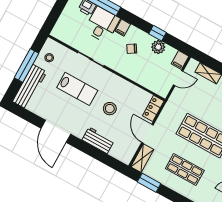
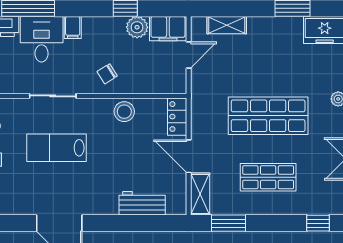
chair: (132, 49) -> (107, 74), moved
filing cabinet: (180, 60) -> (168, 29), width x2.00
lab bench: (77, 89) -> (57, 148), turned 180
stool: (110, 109) -> (124, 112), moved
workbench: (98, 140) -> (142, 203), moved

